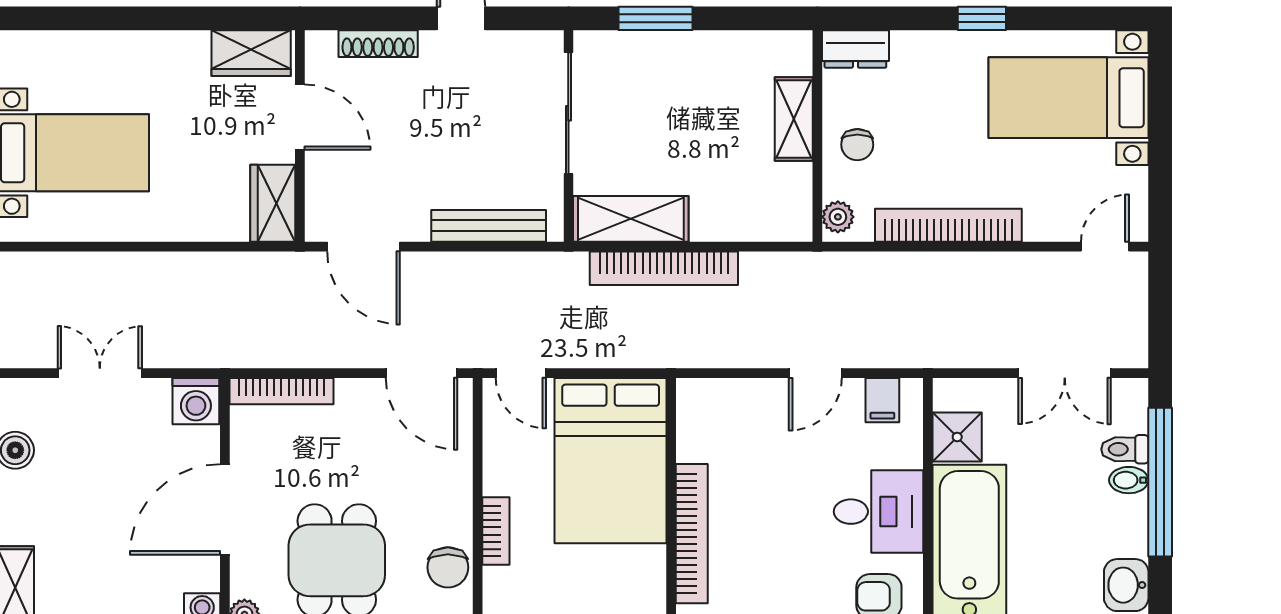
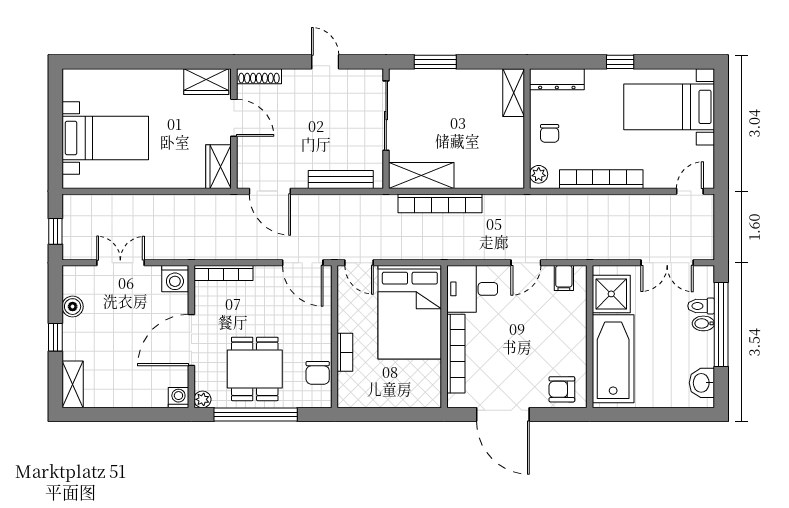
shoe rack: (378, 44) -> (259, 76), moved
dresser: (855, 49) -> (557, 79), width x1.44
shelving: (794, 119) -> (514, 93), moved
shower: (957, 437) -> (611, 294), width x1.36, depth x1.36
desk: (879, 512) -> (472, 289), moved, turned 180

